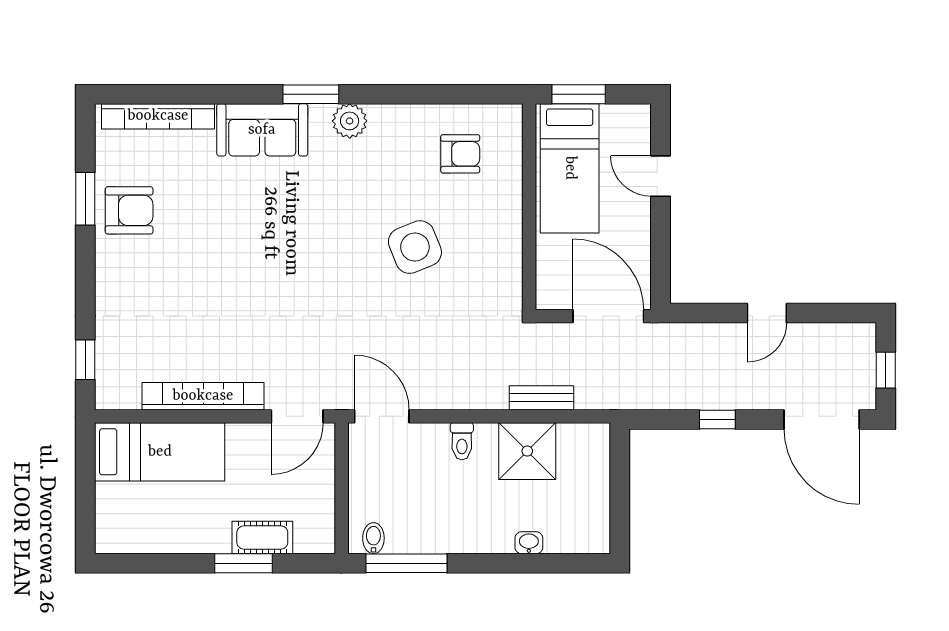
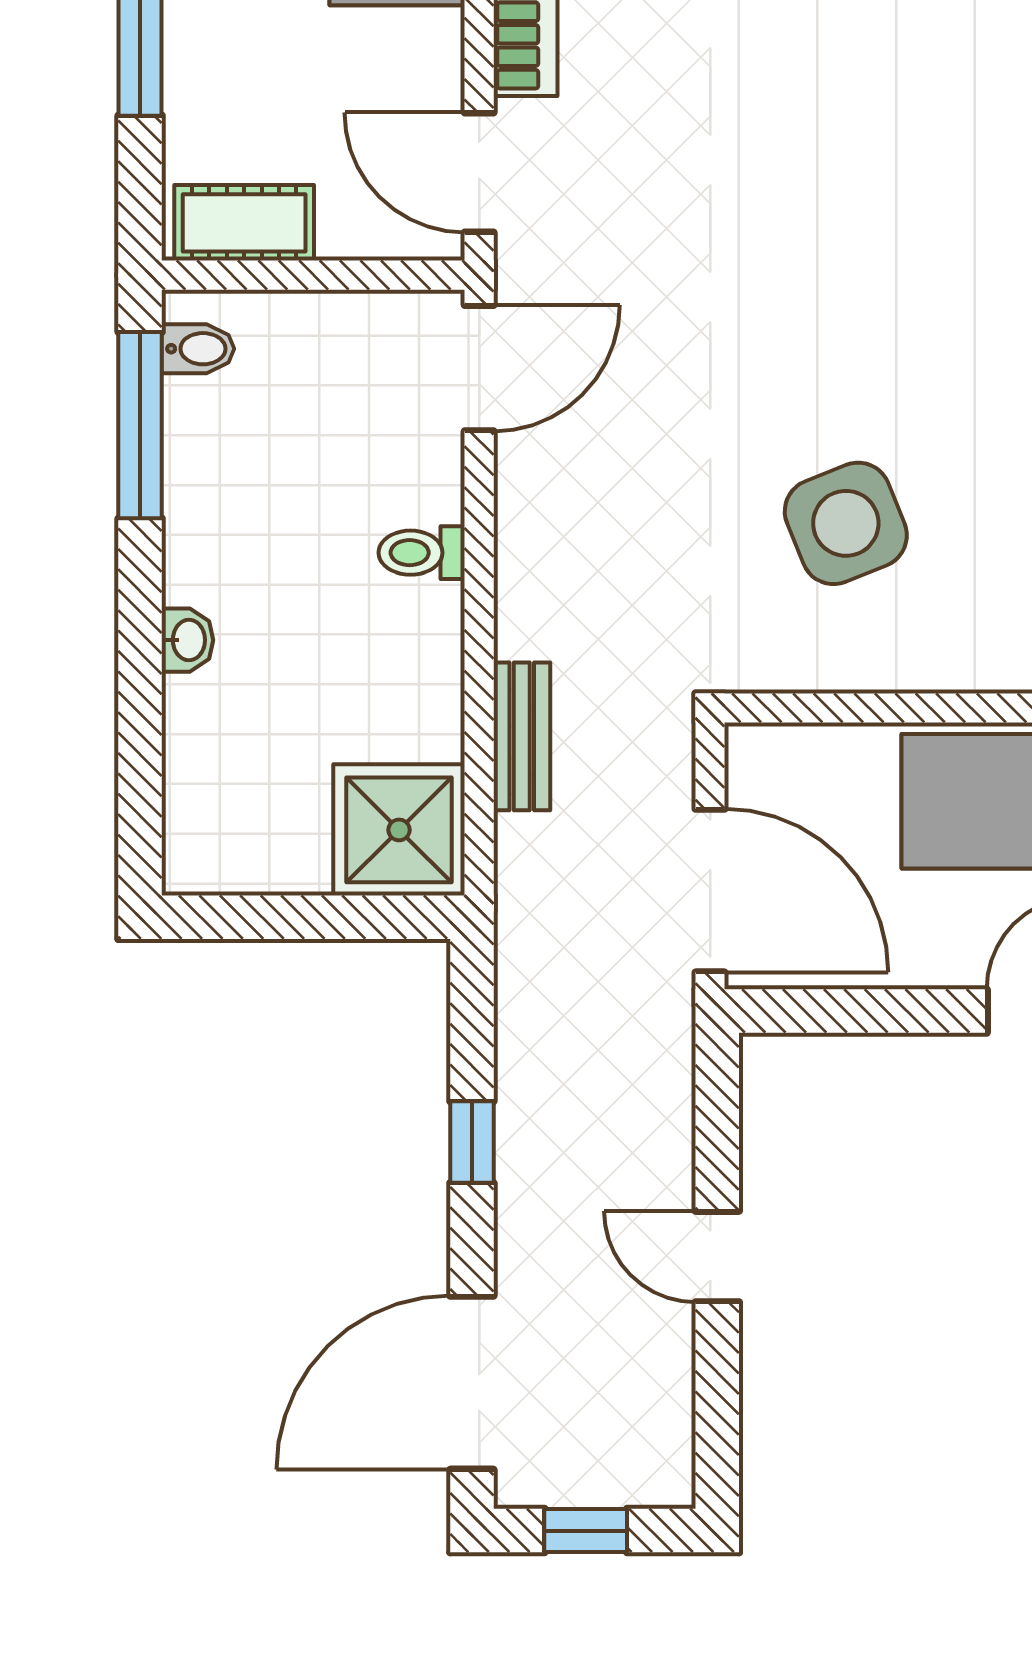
side table: (415, 247) -> (846, 523), moved
door: (608, 316) -> (710, 891), hinge flipped
shower: (527, 451) -> (399, 830), moved
cot: (262, 537) -> (244, 223), moved, turned 90
washbasin: (529, 543) -> (187, 640), moved

